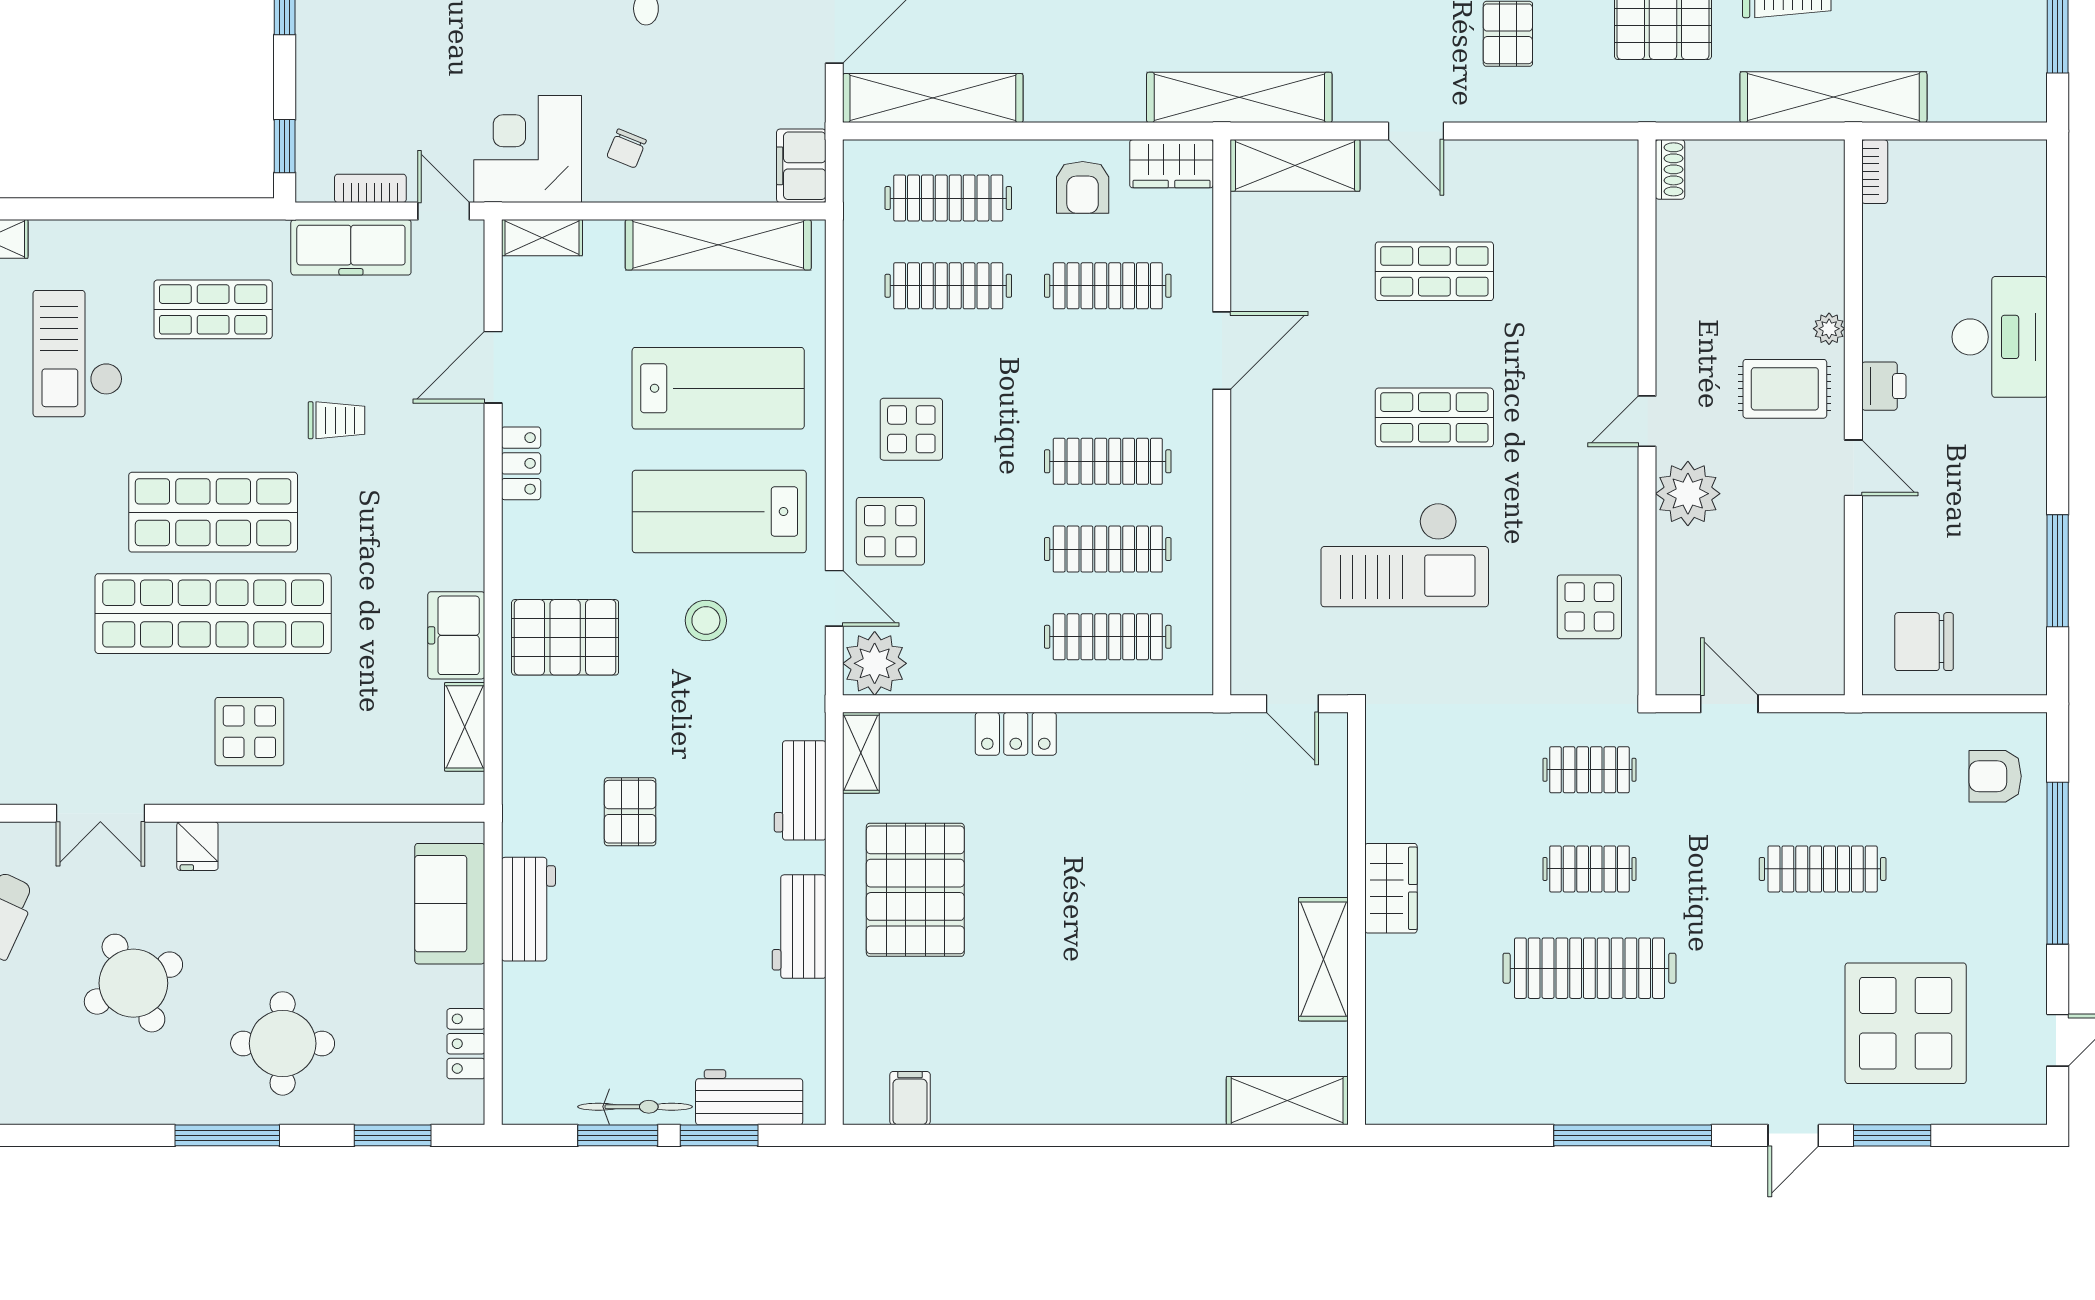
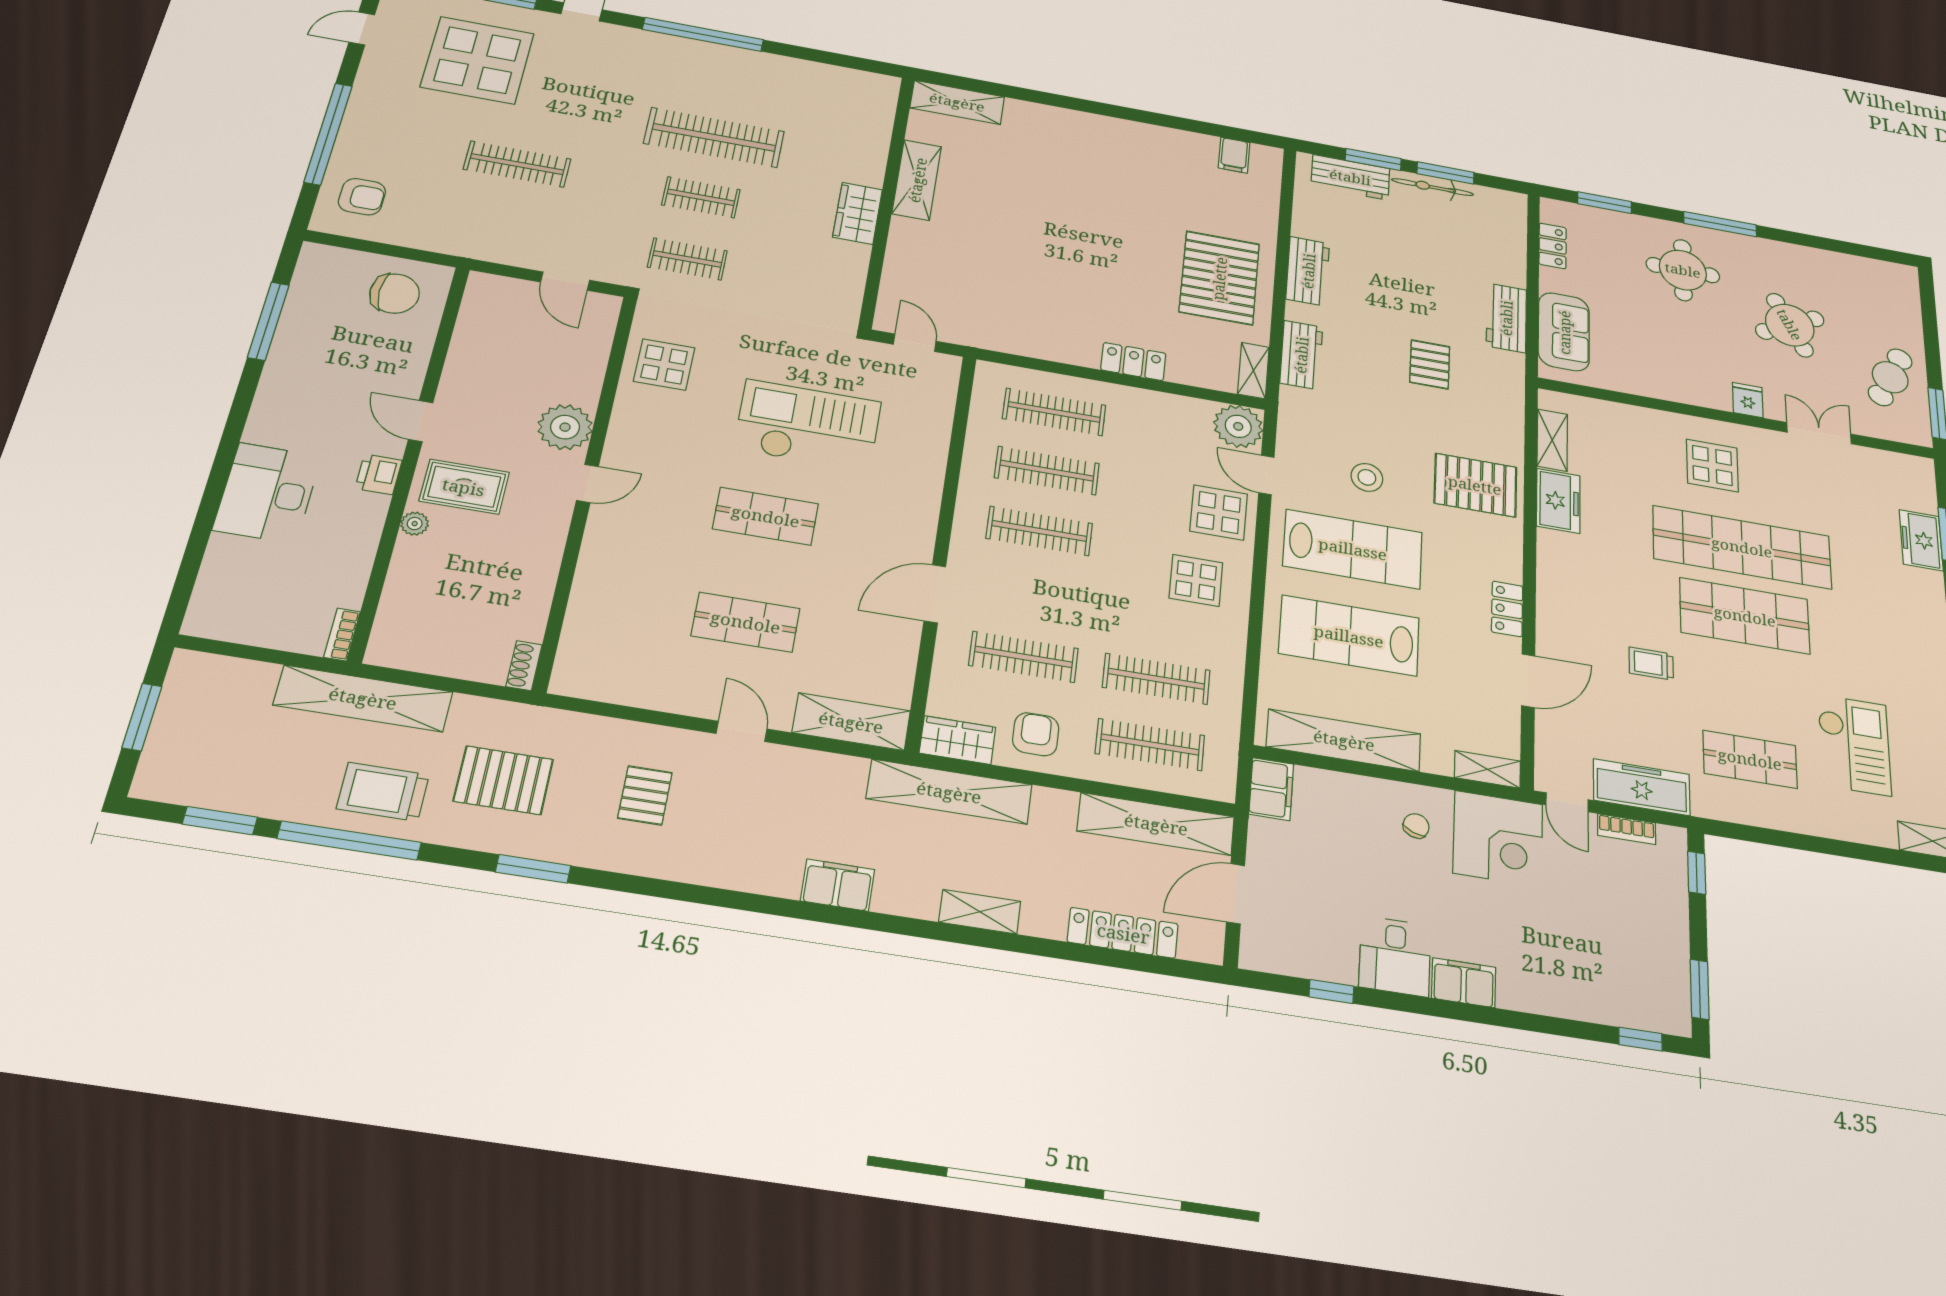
shelving: (1239, 97) -> (949, 792), moved

